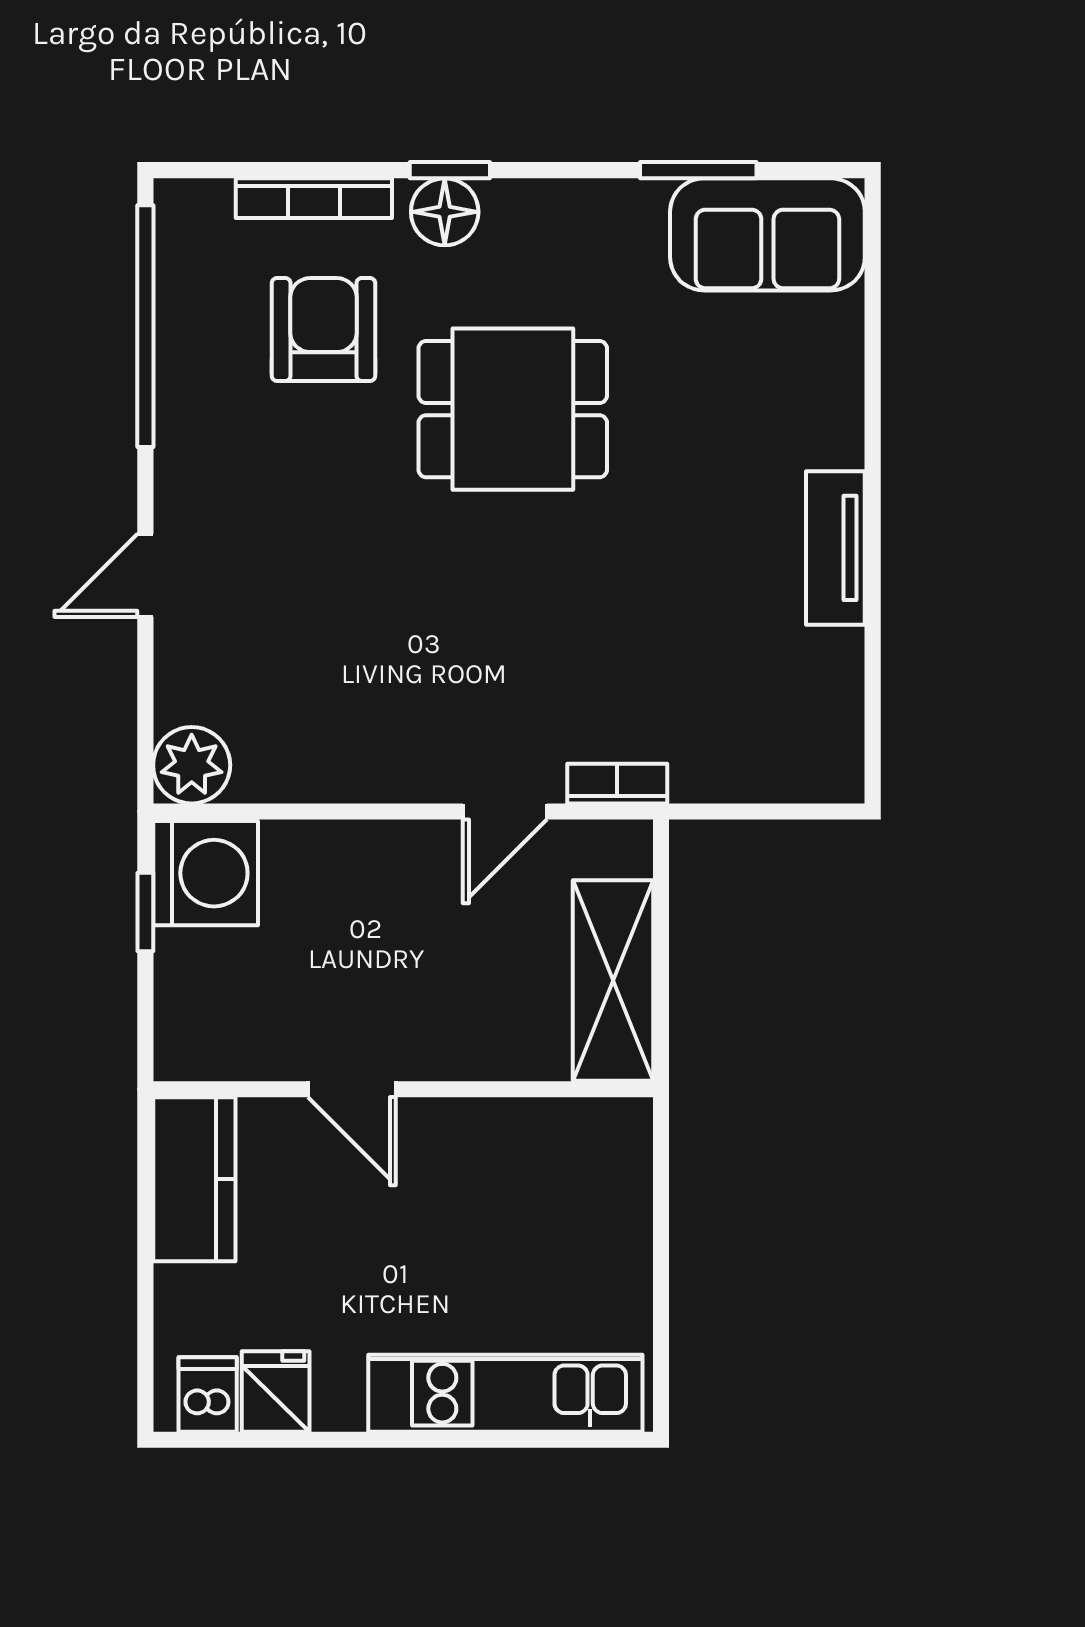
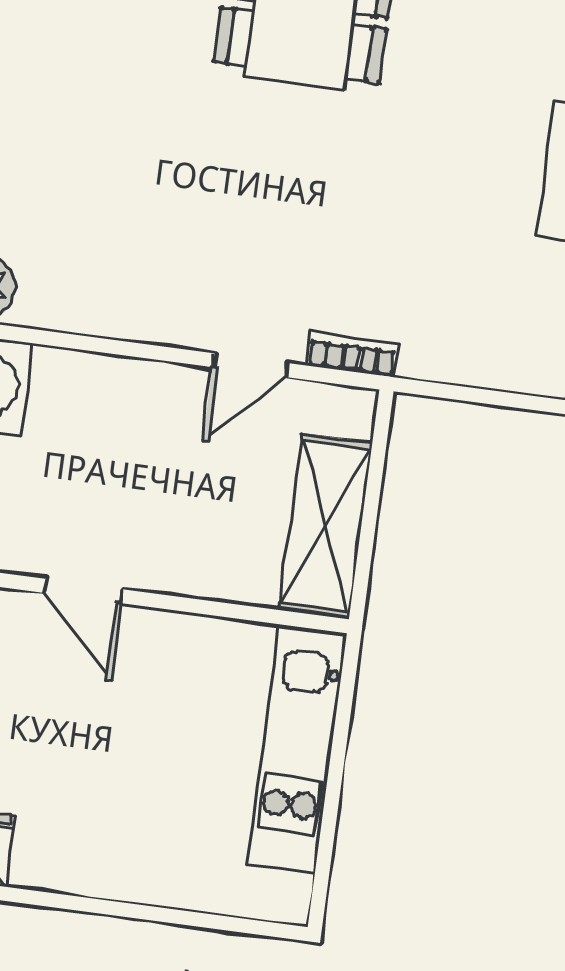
kitchen unit: (505, 1393) -> (297, 749), moved, turned -90

